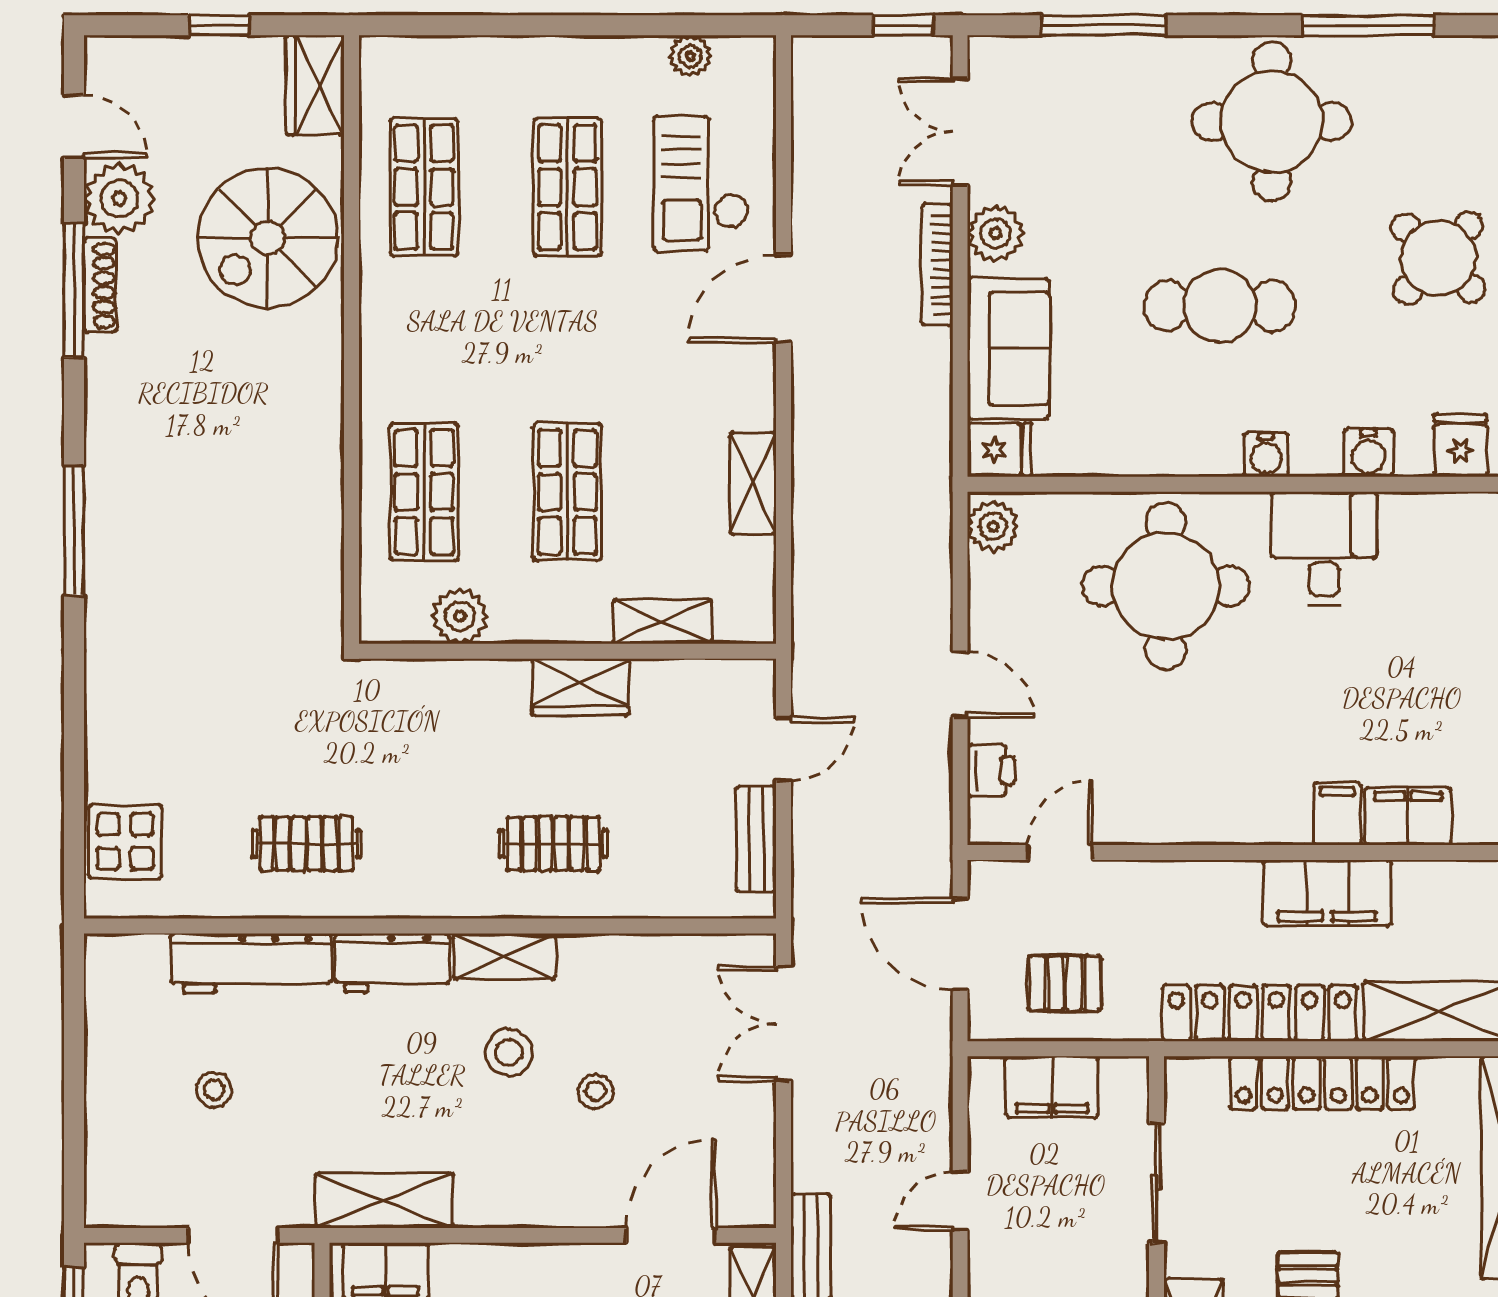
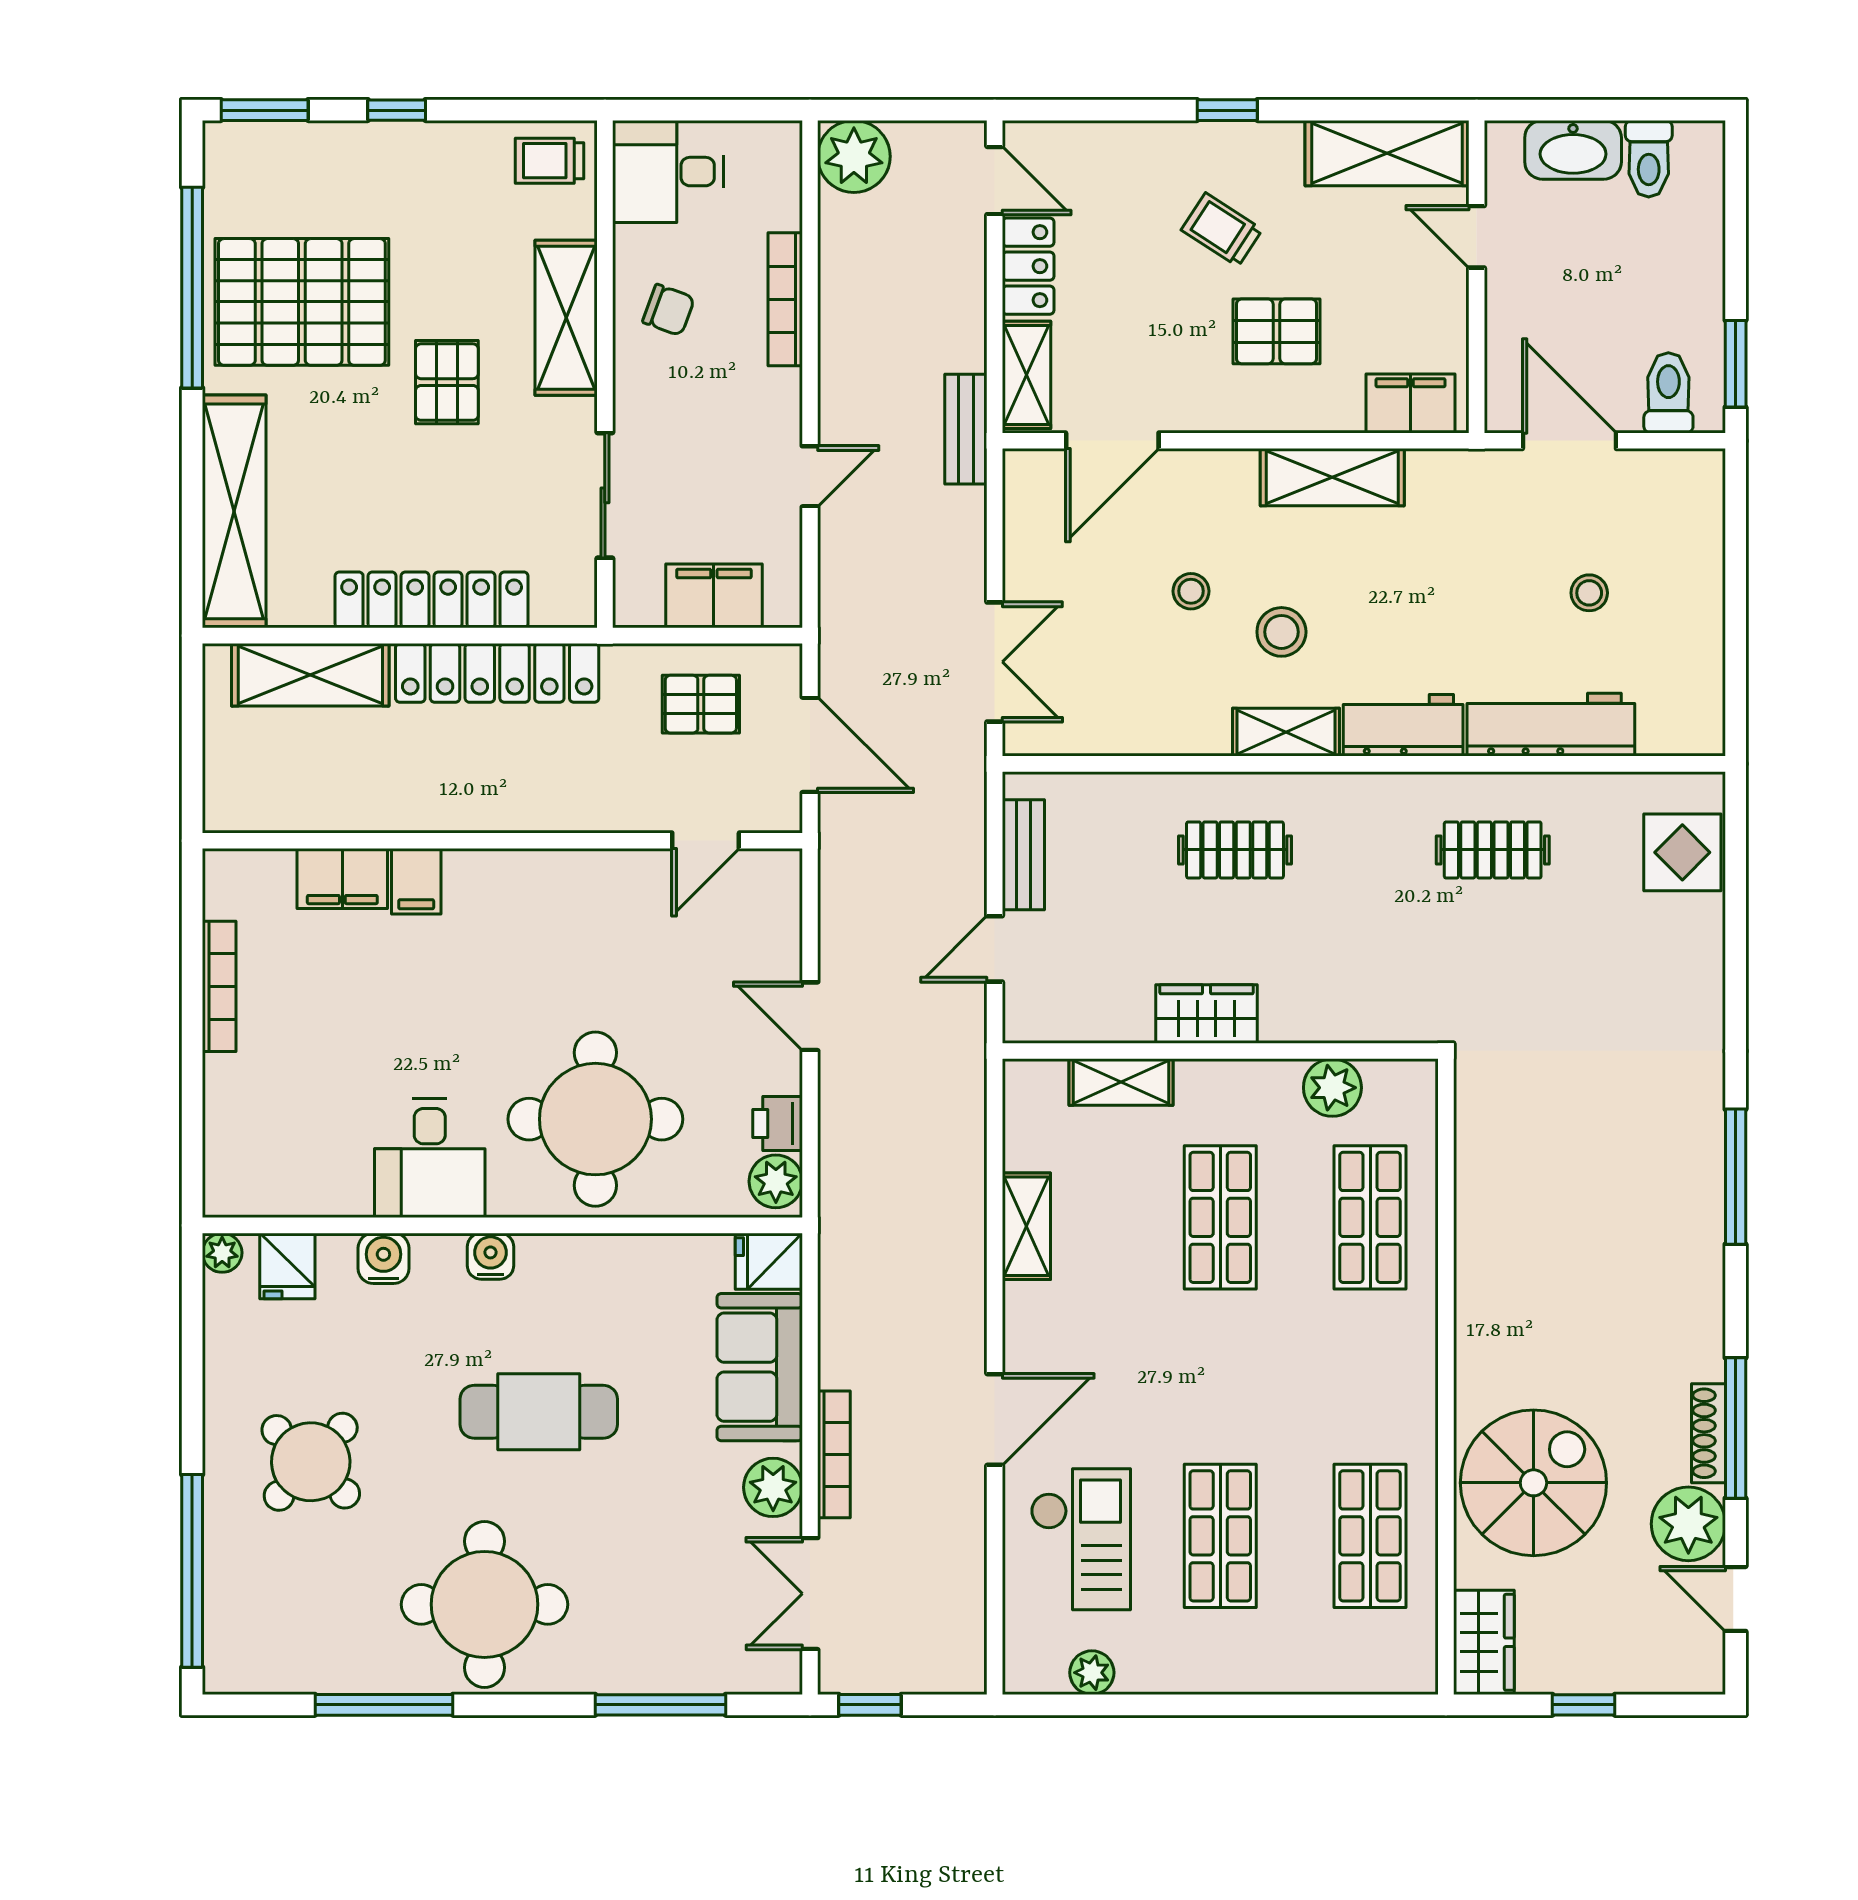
double door: (960, 132) -> (810, 1594), swing flipped
printer: (991, 771) -> (778, 1124), moved
filing cabinet: (1327, 893) -> (427, 798), removed
shelving: (384, 1200) -> (1332, 477), moved

